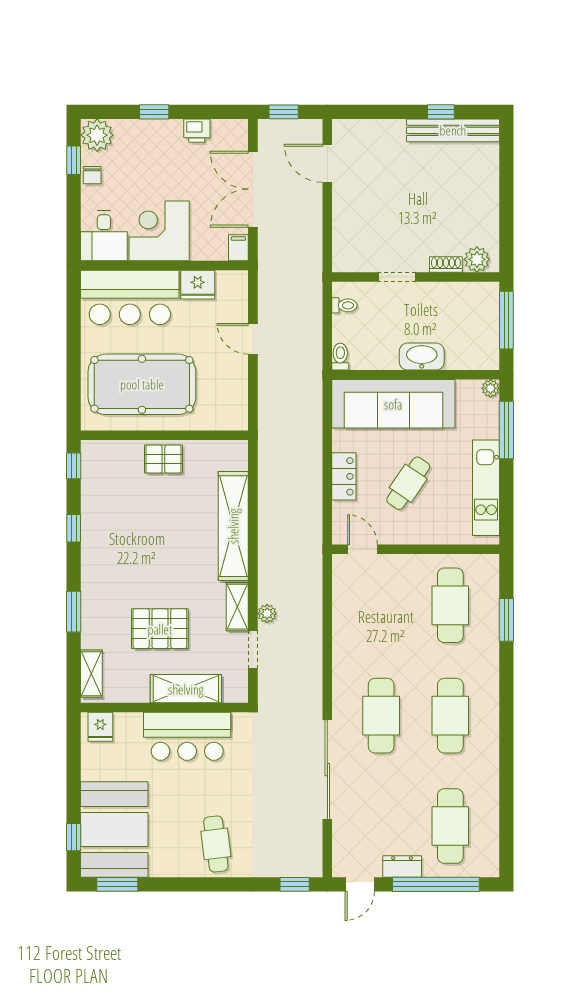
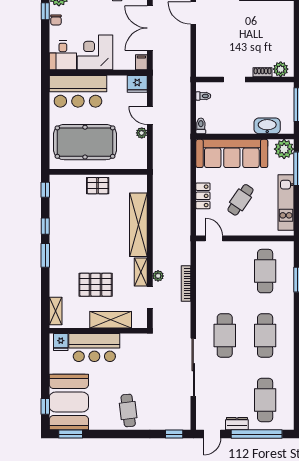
fridge: (198, 285) -> (137, 84), moved
washbasin: (422, 357) -> (267, 126), moved
plant: (239, 369) -> (142, 133), added
plant: (491, 388) -> (284, 149), width x1.87, depth x1.87
window: (74, 612) -> (45, 255), moved
bookcase: (315, 627) -> (186, 283), added
bar counter: (187, 736) -> (94, 348), moved

